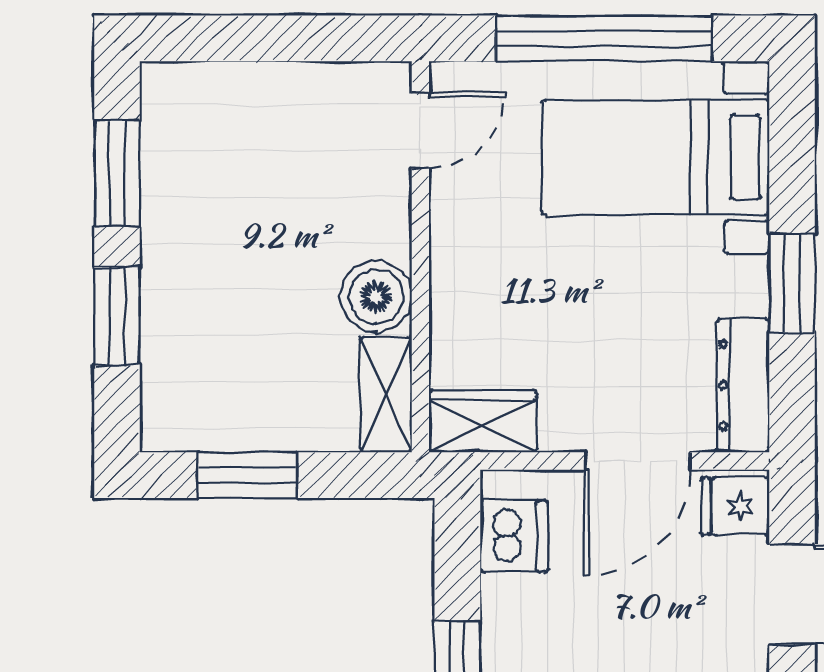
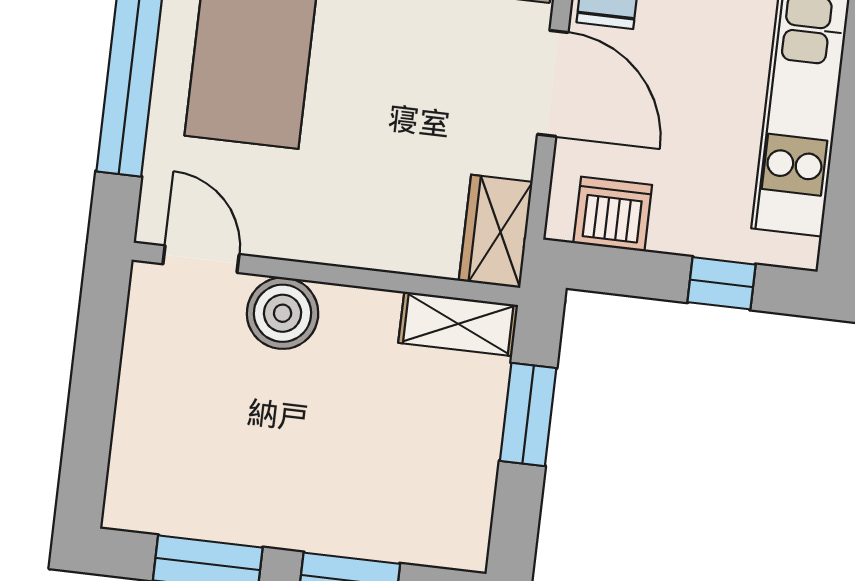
boiler: (376, 297) -> (283, 313), moved
window: (247, 475) -> (528, 414), moved

